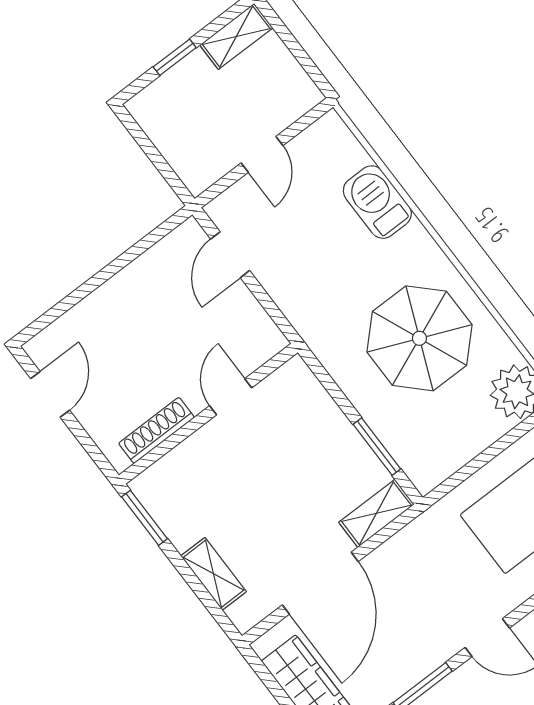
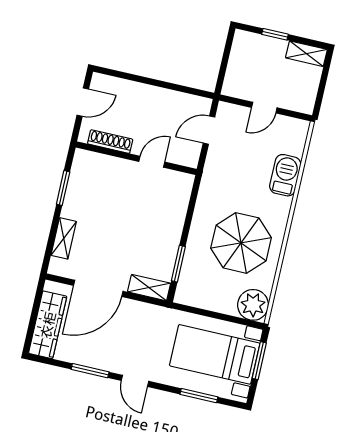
door: (231, 397) -> (152, 162), moved
wall: (208, 414) -> (136, 158), moved
shoe rack: (156, 430) -> (110, 142), moved

